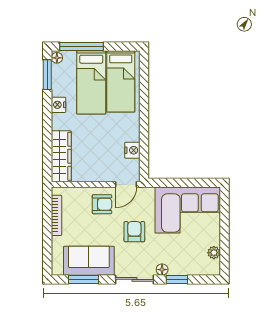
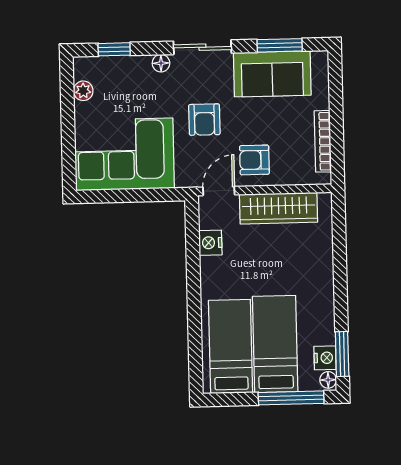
nightstand: (59, 105) -> (325, 358), moved
wardrobe: (61, 156) -> (279, 208), moved, turned -90
window: (177, 279) -> (114, 49), moved

